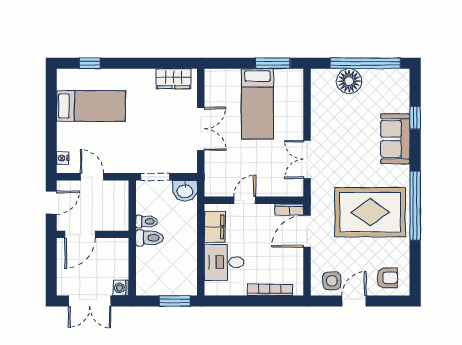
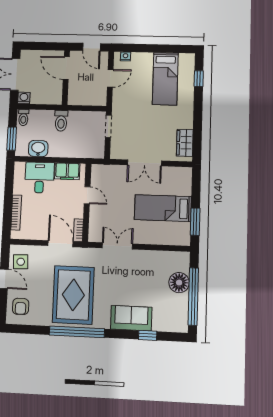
washbasin: (185, 191) -> (38, 149), moved, turned 90
toilet: (147, 222) -> (23, 117), moved

